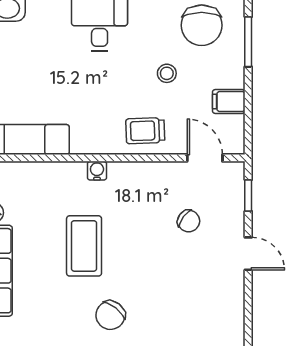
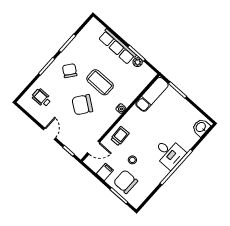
chair: (202, 25) -> (126, 182), moved
chair: (189, 221) -> (82, 105), moved, width x1.87, depth x1.87
door: (248, 254) -> (49, 134), swing flipped
wheelchair: (199, 322) -> (42, 98), added

